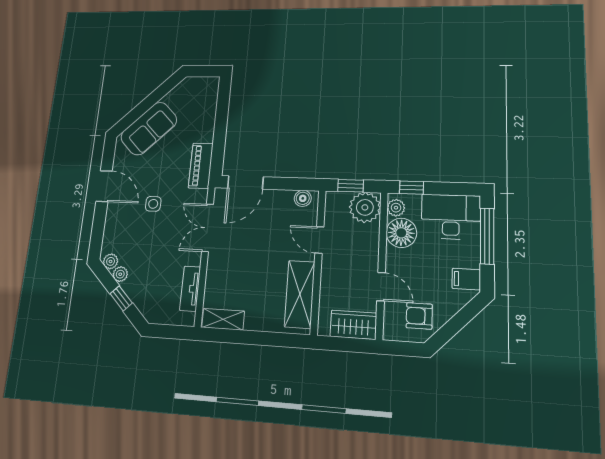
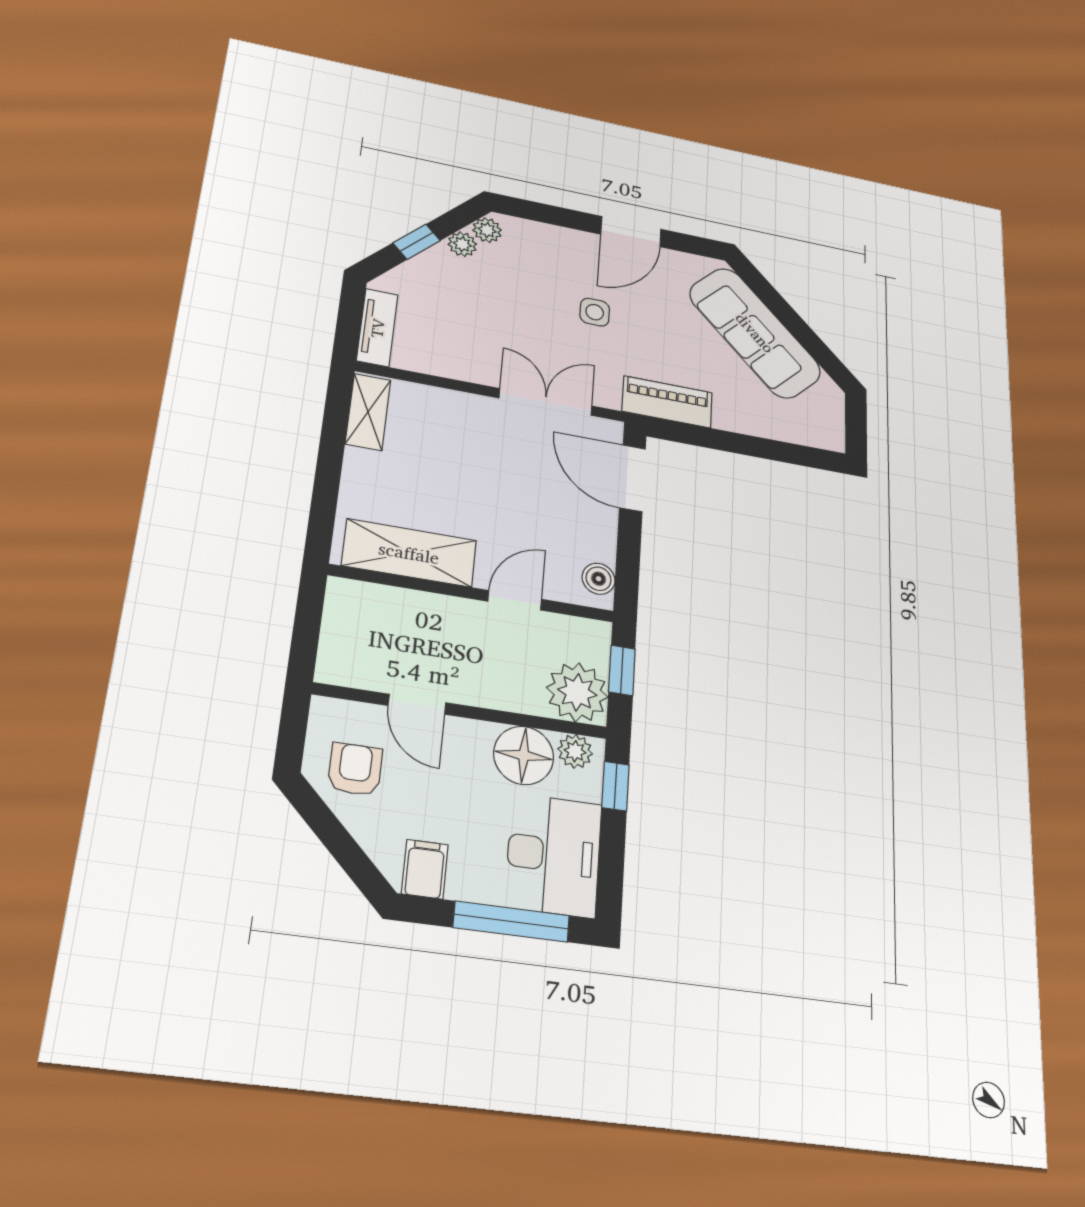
sofa: (149, 129) -> (755, 333), width x1.36
door: (381, 287) -> (417, 704), hinge flipped
tv unit: (190, 289) -> (377, 328), moved, turned 90
wardrobe: (353, 325) -> (345, 644), removed

